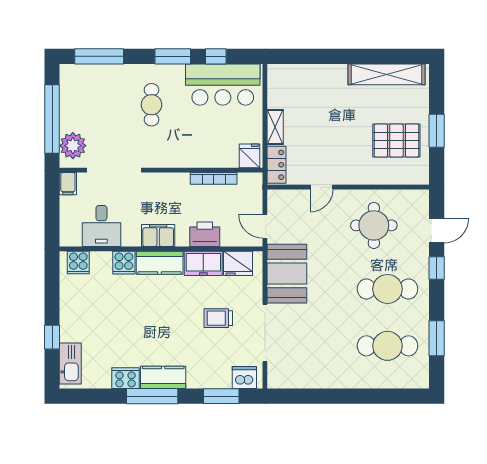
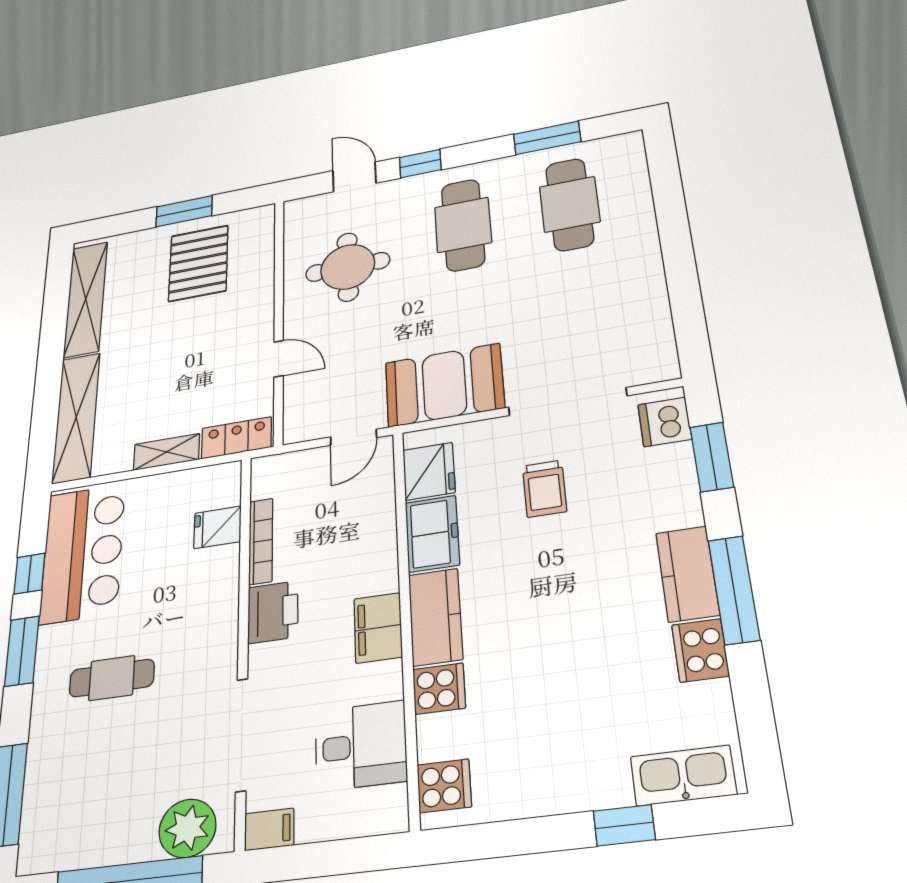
shelving: (307, 75) -> (76, 417), added
fridge: (250, 156) -> (217, 527), moved
printer: (205, 234) -> (273, 612), moved, turned 180

